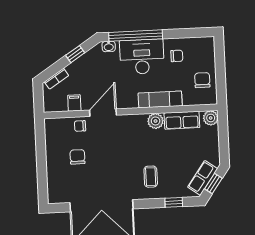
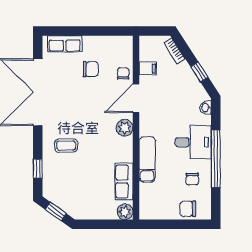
window: (136, 36) -> (216, 159), moved
desk: (142, 57) -> (193, 142), width x0.73
chair: (202, 80) -> (188, 209), moved, turned 180
door: (103, 113) -> (136, 98), swing flipped
plant: (156, 121) -> (125, 128), moved
row of seats: (203, 178) -> (65, 44), moved, turned 144

